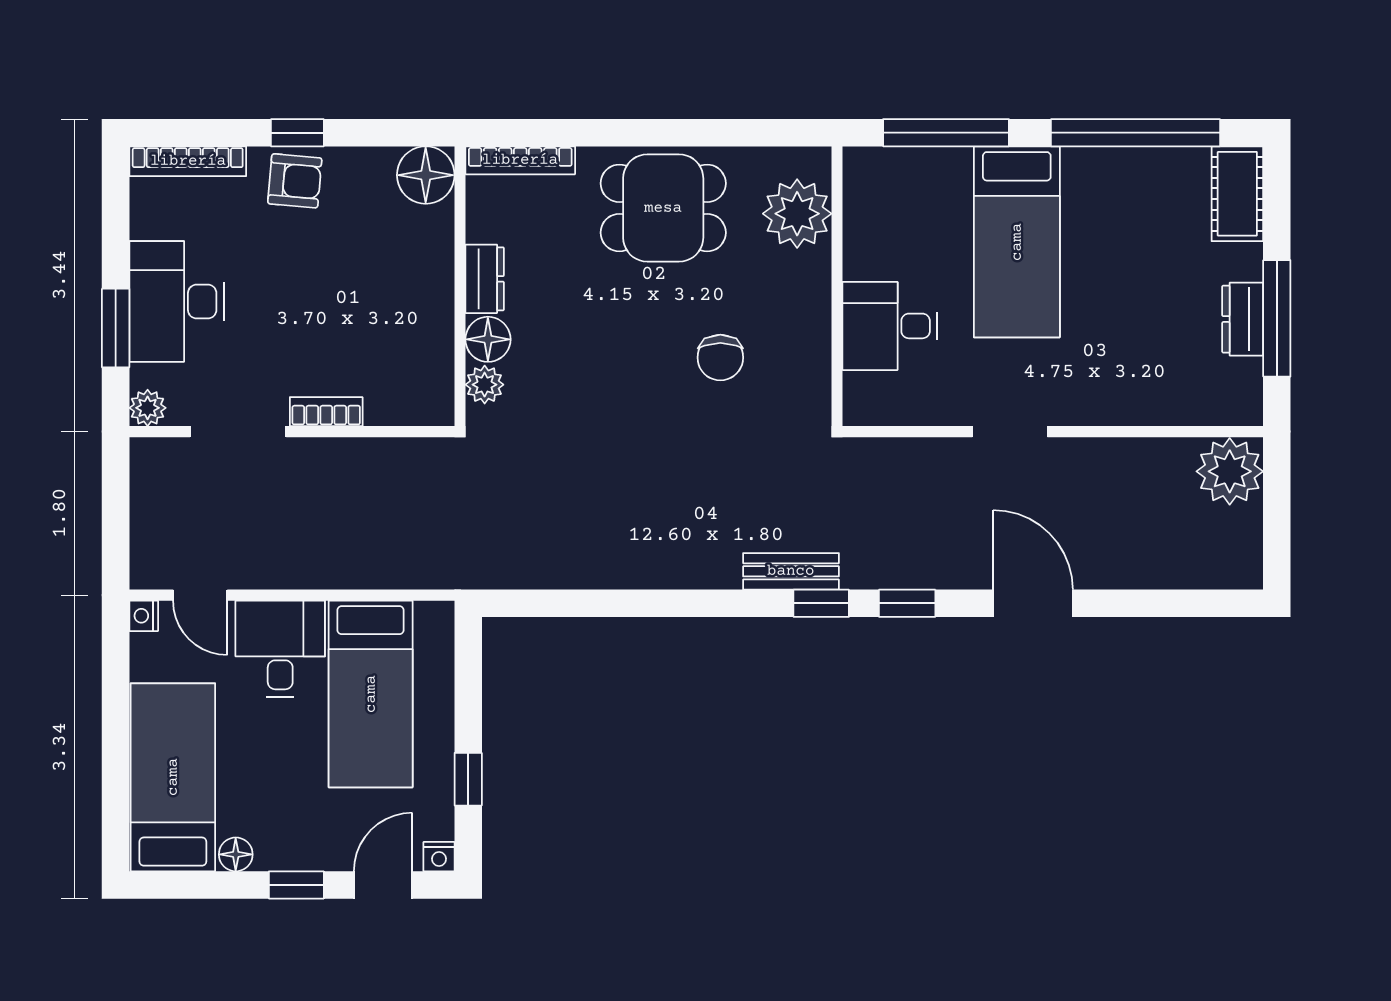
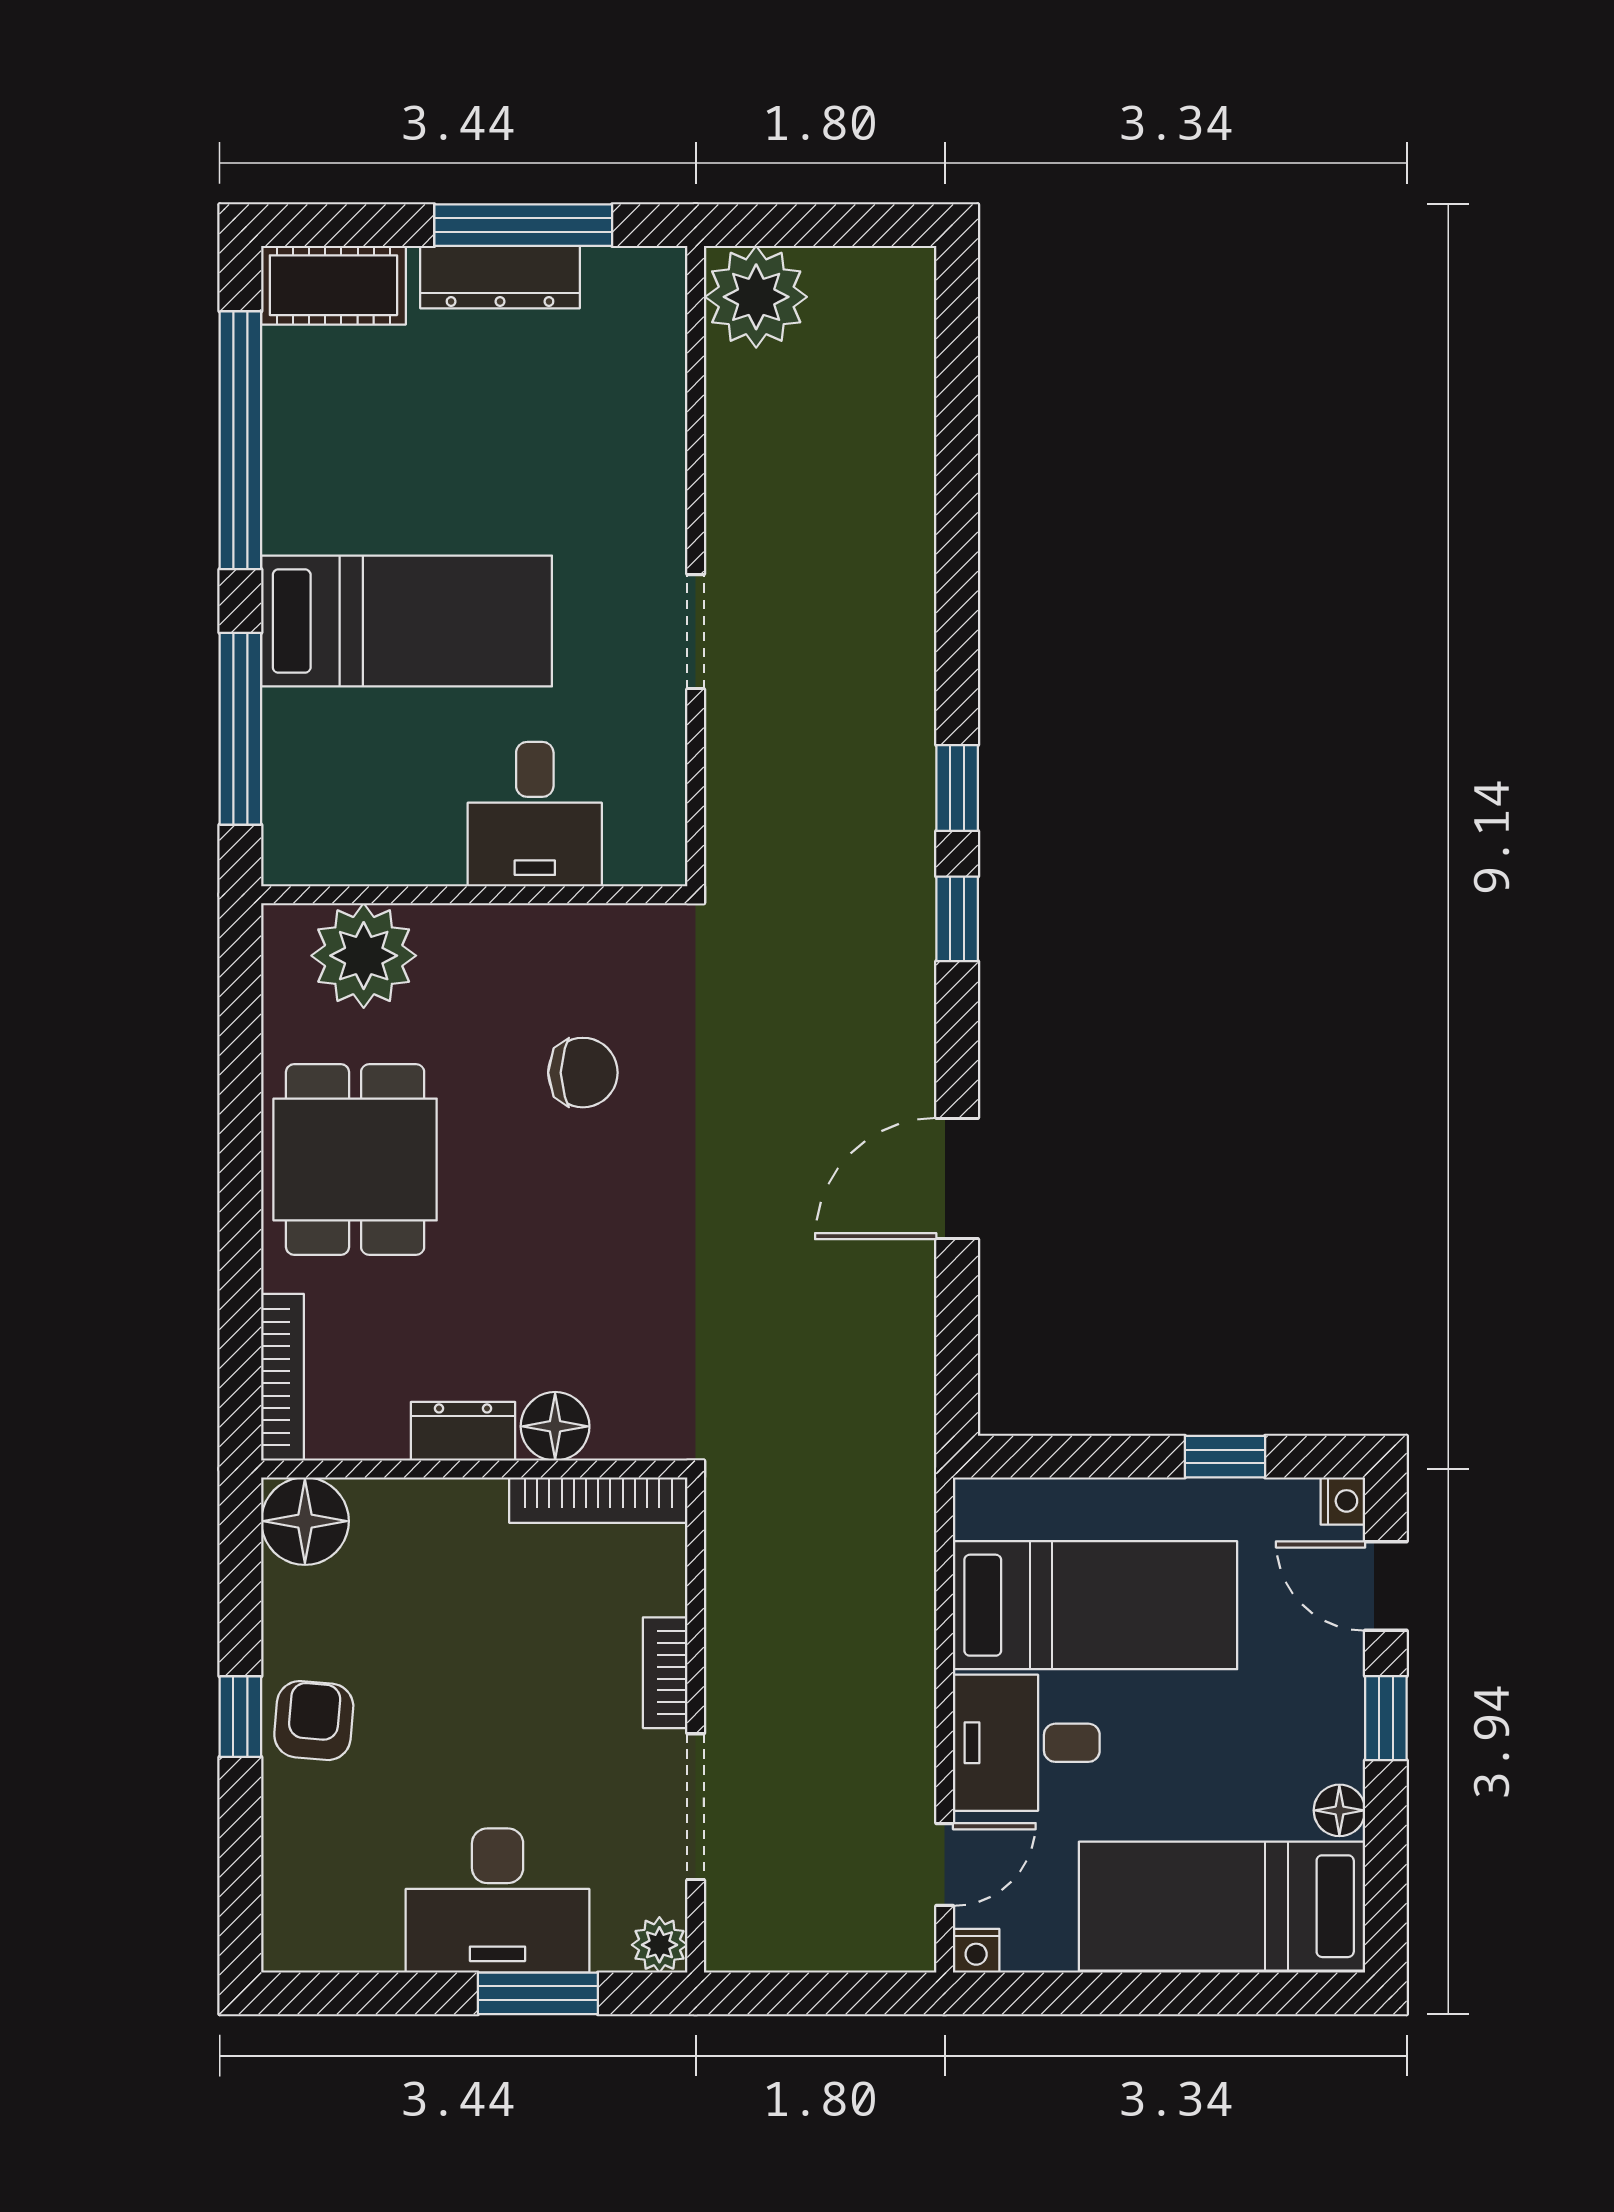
bookcase: (188, 161) -> (598, 1500), moved, turned 90
dresser: (1243, 319) -> (500, 277), width x1.44
plant: (485, 385) -> (624, 1432), removed
bench: (791, 571) -> (908, 965), removed
door: (1033, 603) -> (957, 1179), moved

